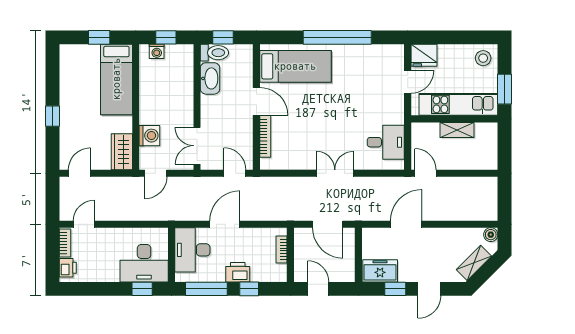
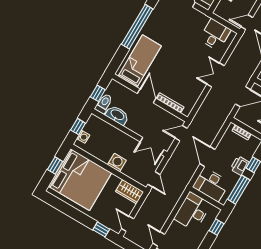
bed: (116, 79) -> (80, 180), width x2.04
door: (256, 101) -> (147, 96), hinge flipped
window: (52, 116) -> (101, 229), moved
washing machine: (149, 136) -> (117, 163), moved
desk: (144, 263) -> (192, 211), moved, turned 180

